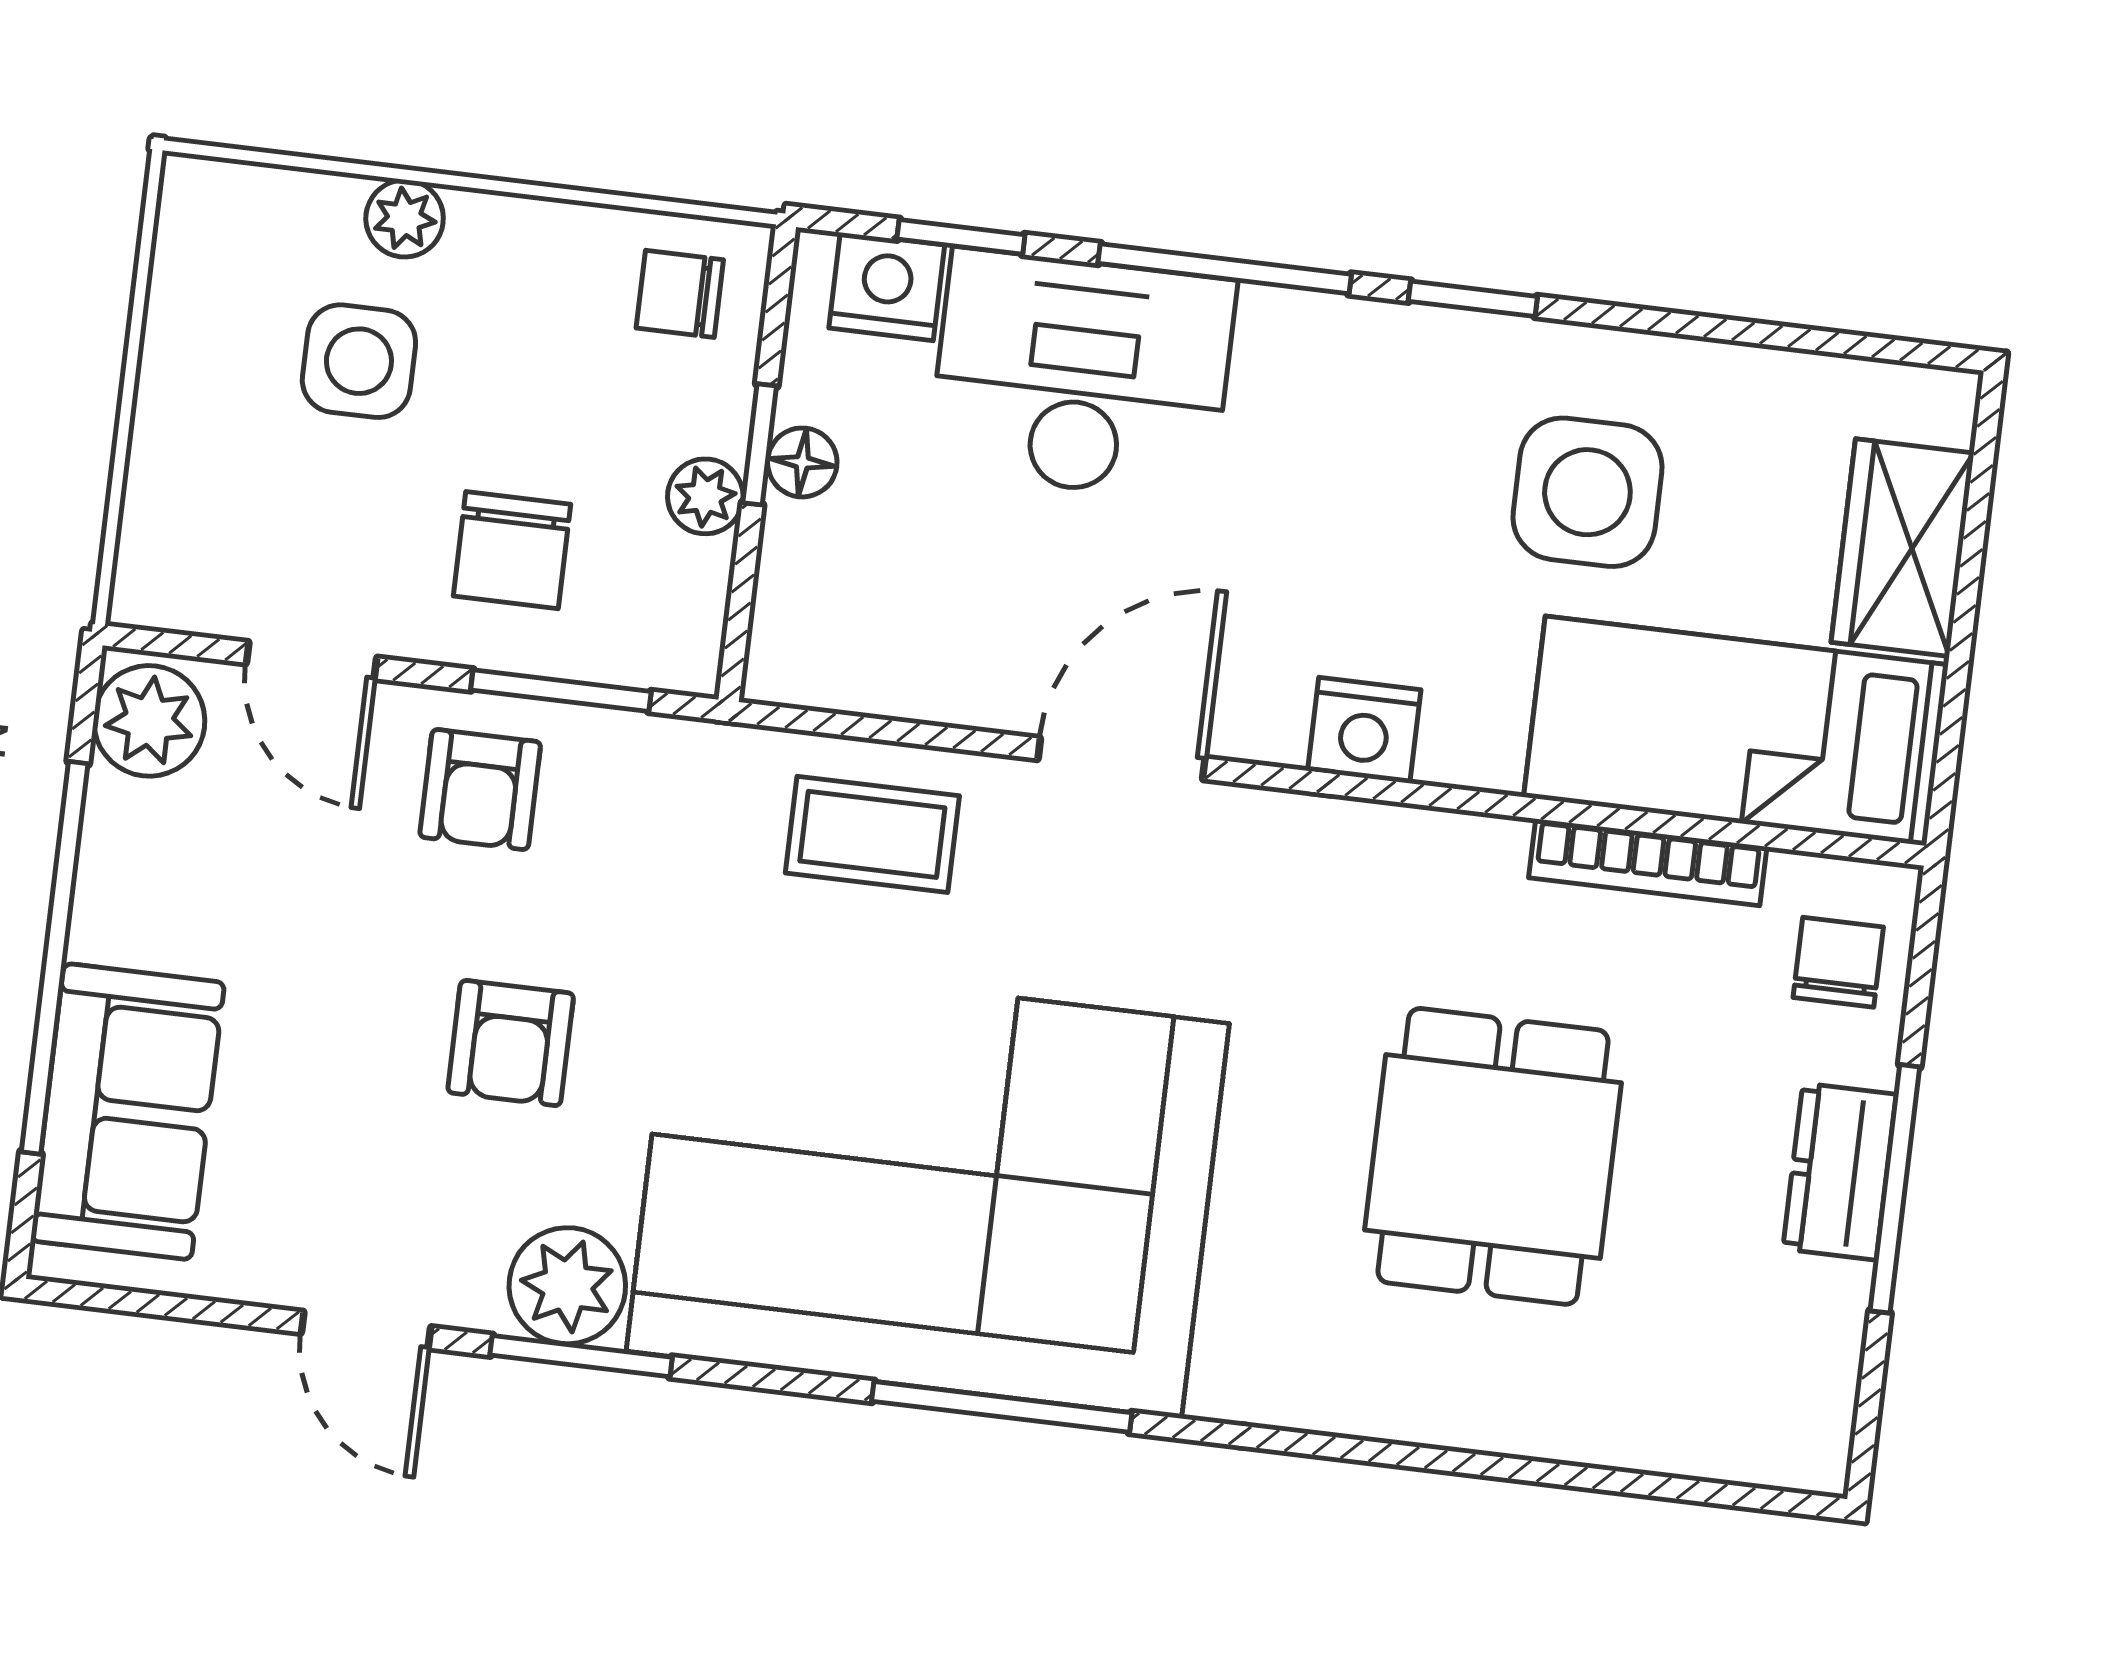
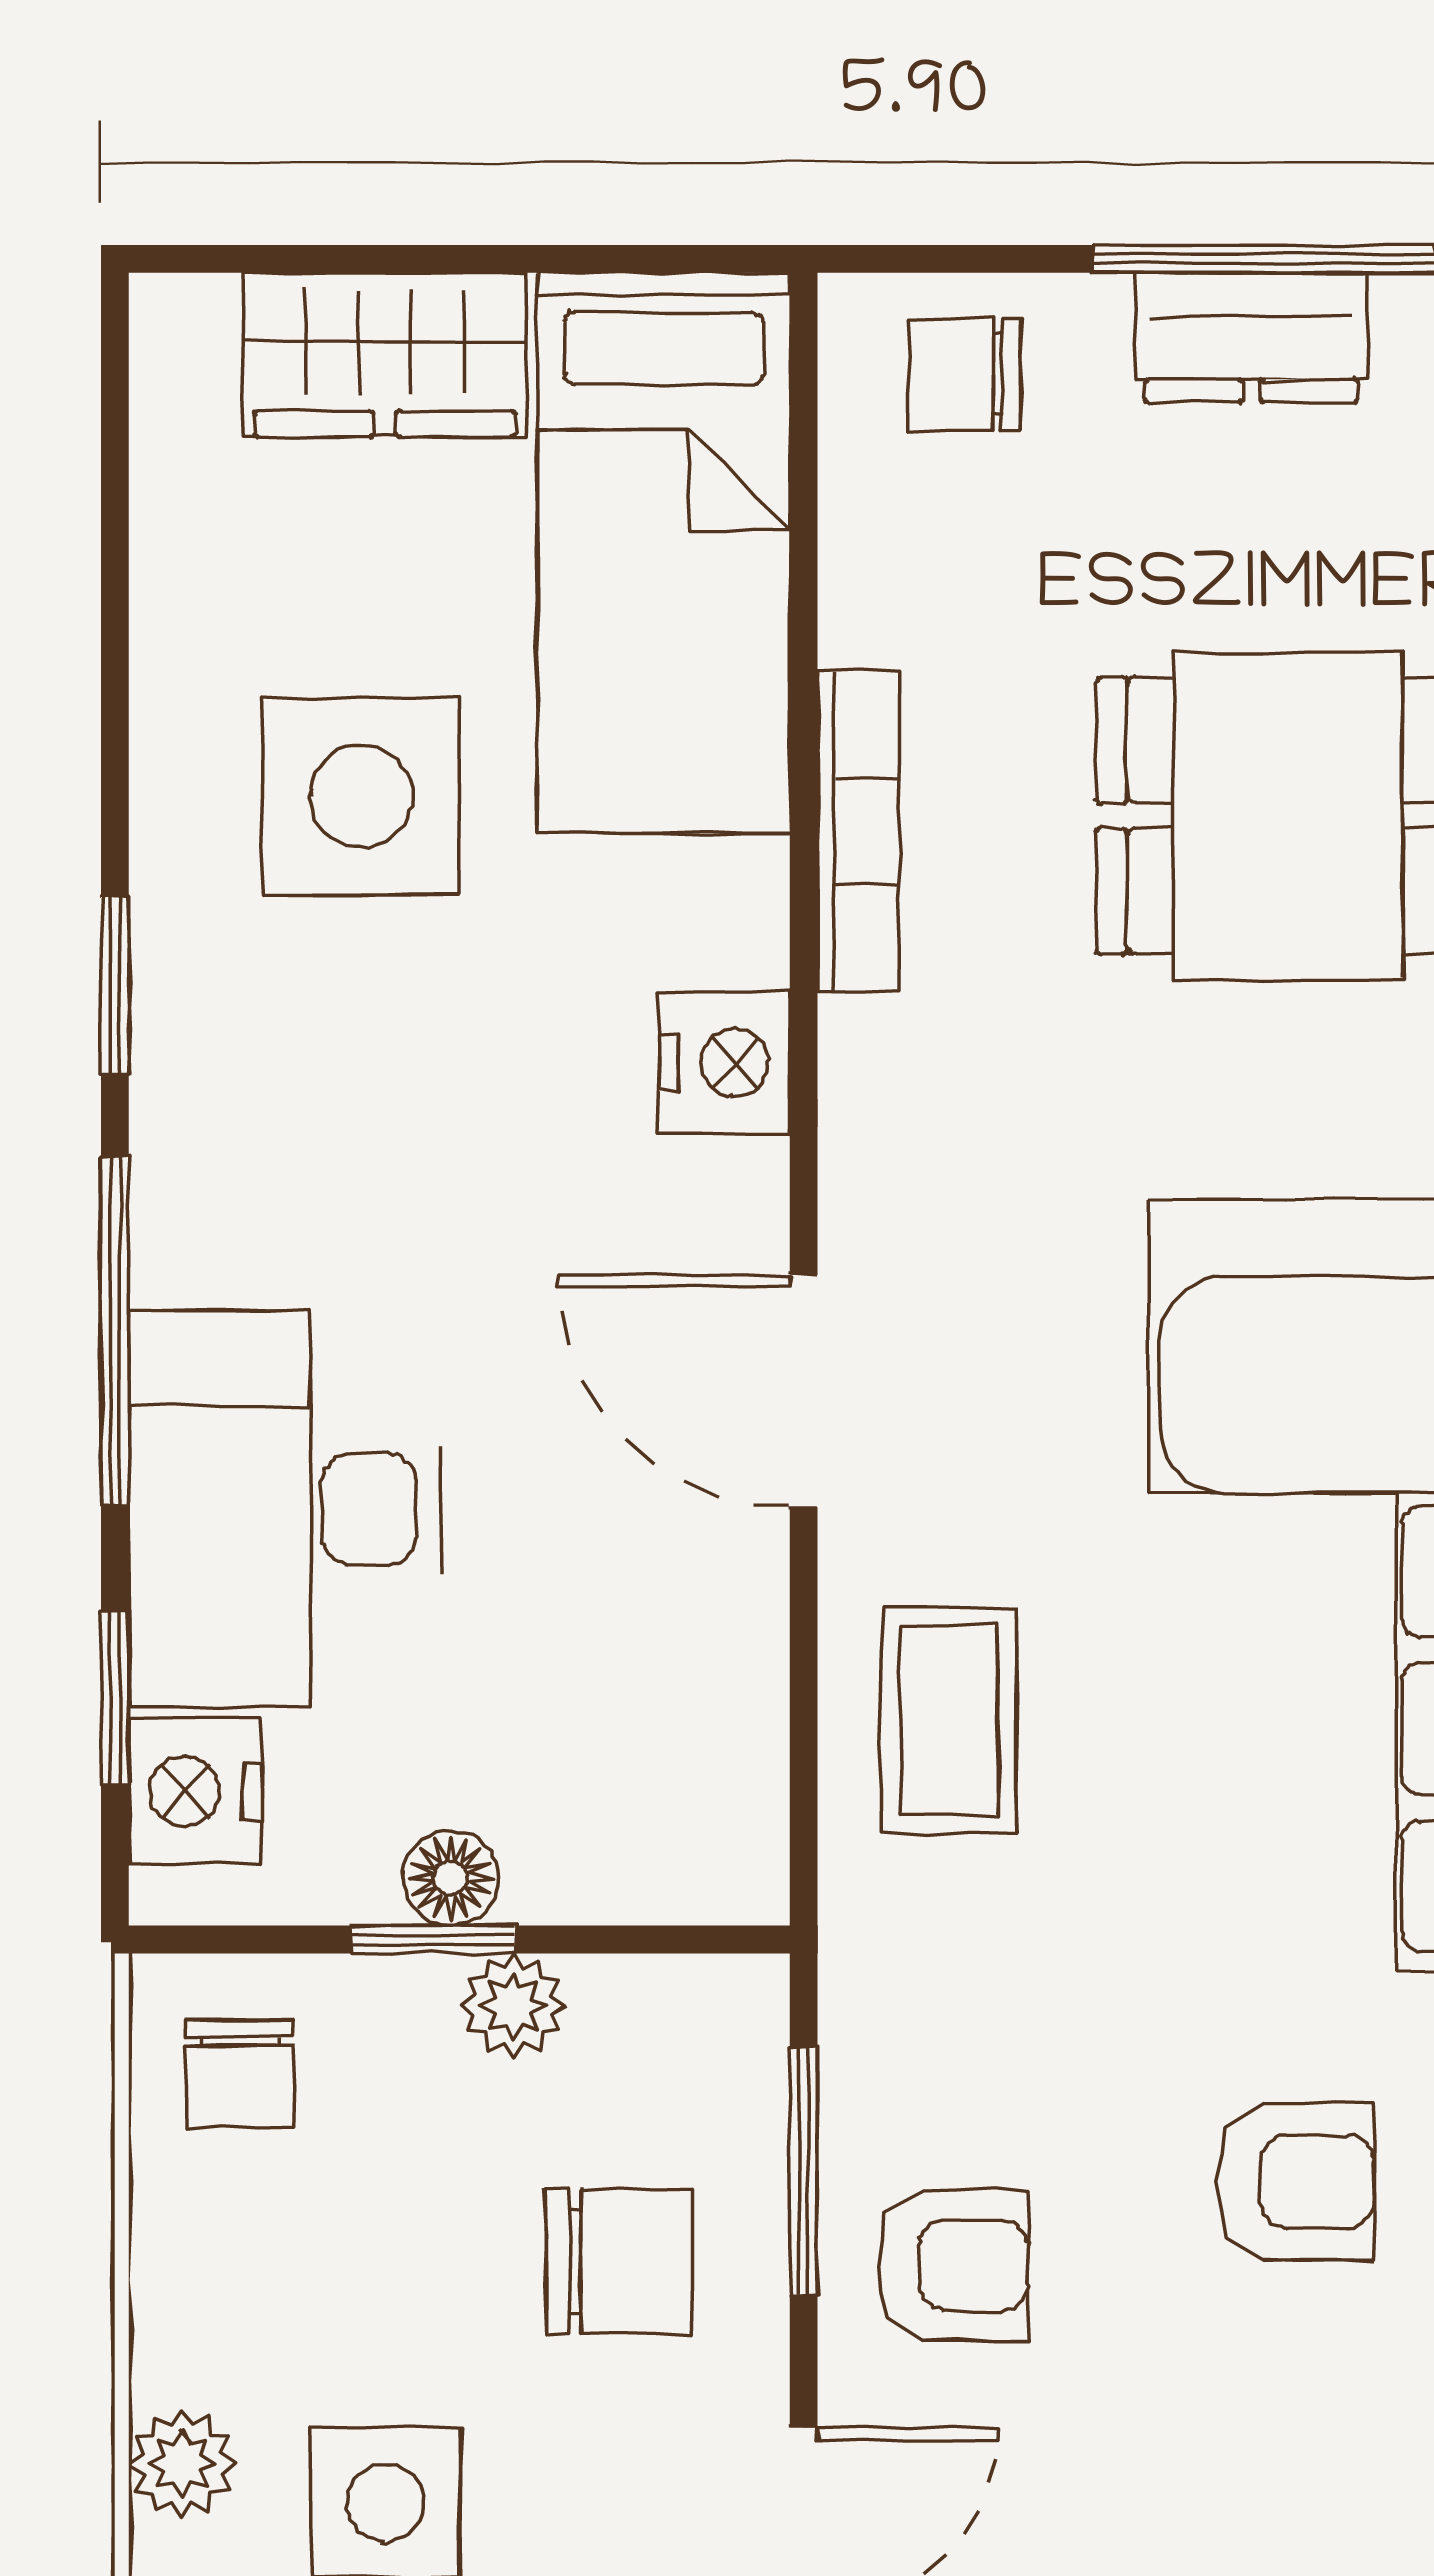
bookcase: (1648, 862) -> (859, 831), moved

